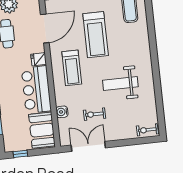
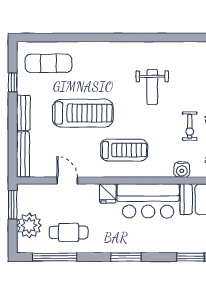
door: (45, 29) -> (67, 181), width x0.53
weight bench: (120, 83) -> (152, 87), width x0.73, depth x0.75

